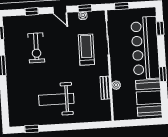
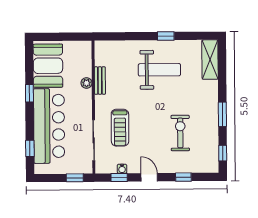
shelving: (15, 110) -> (210, 60), added
window: (32, 129) -> (166, 36), moved

